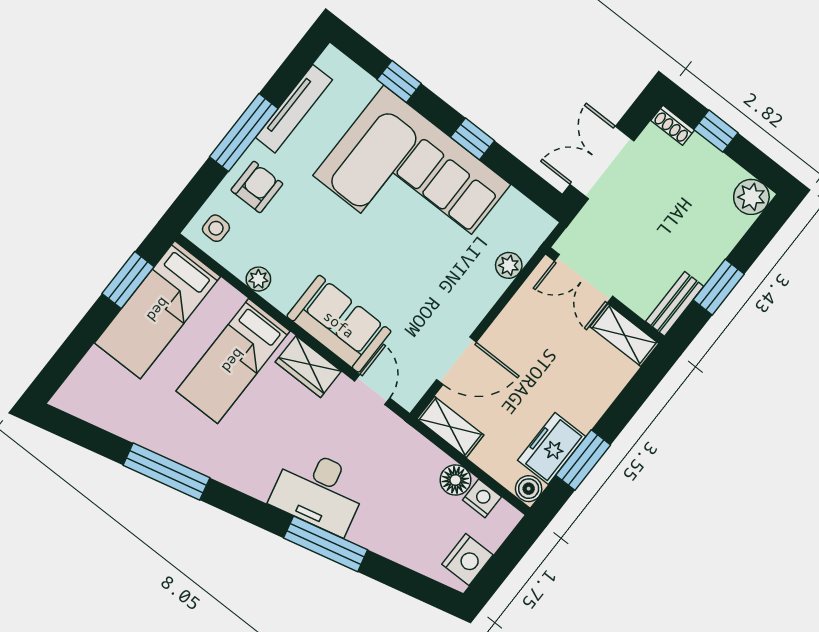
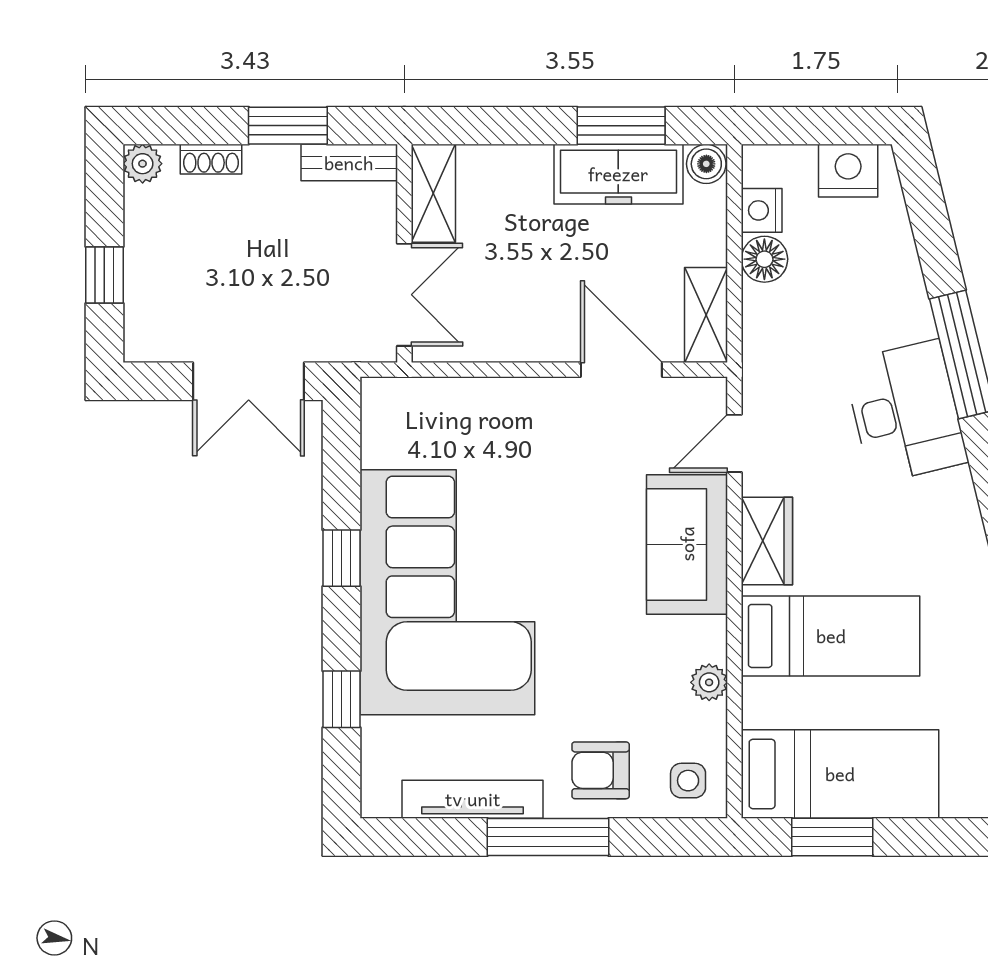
shoe rack: (673, 125) -> (211, 159), moved, turned 90
plant: (751, 197) -> (143, 164), width x0.73, depth x0.73
plant: (509, 265) -> (459, 396), removed
freezer: (552, 448) -> (618, 174), width x1.40

